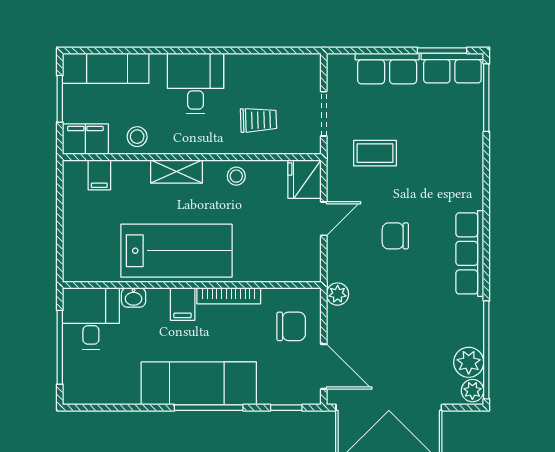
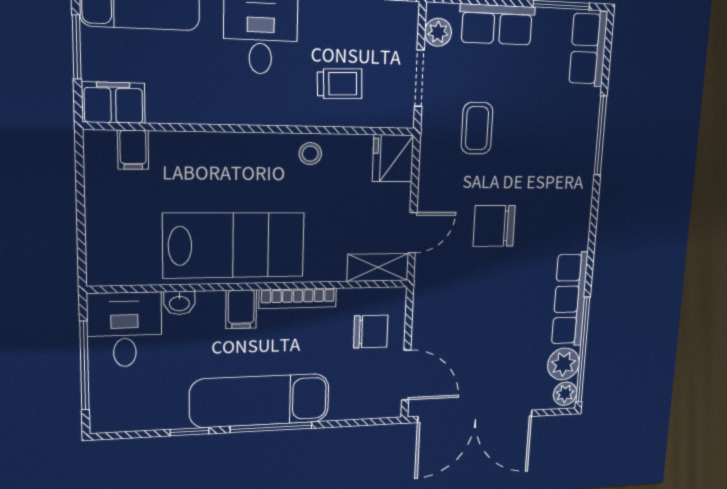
row of seats: (452, 68) -> (588, 49), moved, turned 90
window: (486, 98) -> (600, 136), moved
stool: (137, 137) -> (183, 101), removed
coffee table: (375, 153) -> (477, 128), turned 90
shelving: (177, 171) -> (378, 267), moved
door: (324, 219) -> (413, 233), moved
chair: (395, 236) -> (494, 226), width x1.37, depth x1.37
row of seats: (470, 253) -> (570, 299), moved
plant: (338, 294) -> (438, 32), moved
window: (286, 408) -> (190, 432), moved

